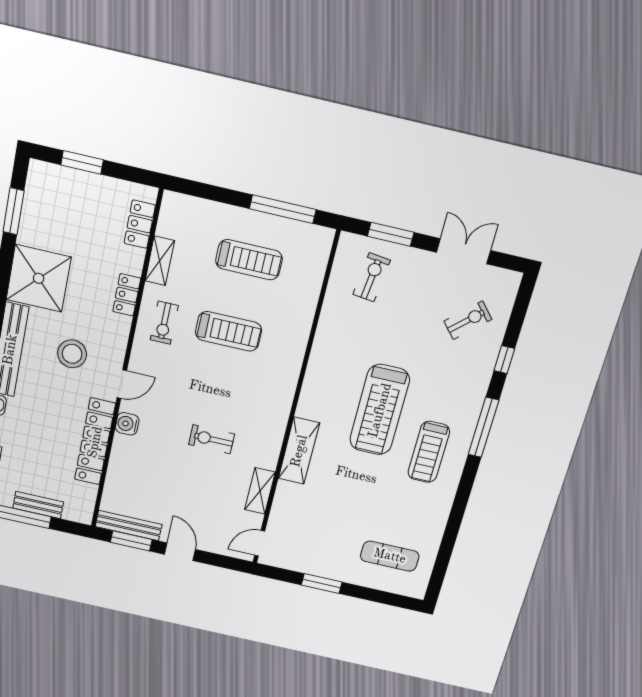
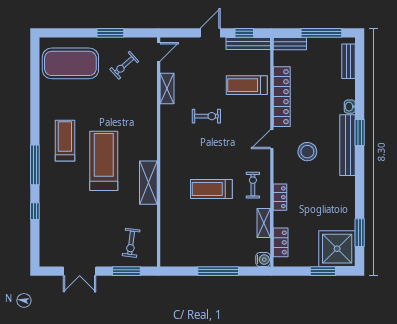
window: (283, 209) -> (218, 271), moved
treadmill: (249, 260) -> (247, 85), moved
shower: (39, 278) -> (337, 249), moved
exercise bike: (468, 320) -> (124, 65), moved
water cooler: (127, 424) -> (263, 260), moved
shelving: (299, 451) -> (148, 183), moved
bench: (38, 505) -> (290, 44), moved
window: (131, 541) -> (244, 33), width x0.67
door: (180, 552) -> (210, 33), swing flipped
exercise mat: (390, 556) -> (70, 63), width x2.00, depth x1.45

